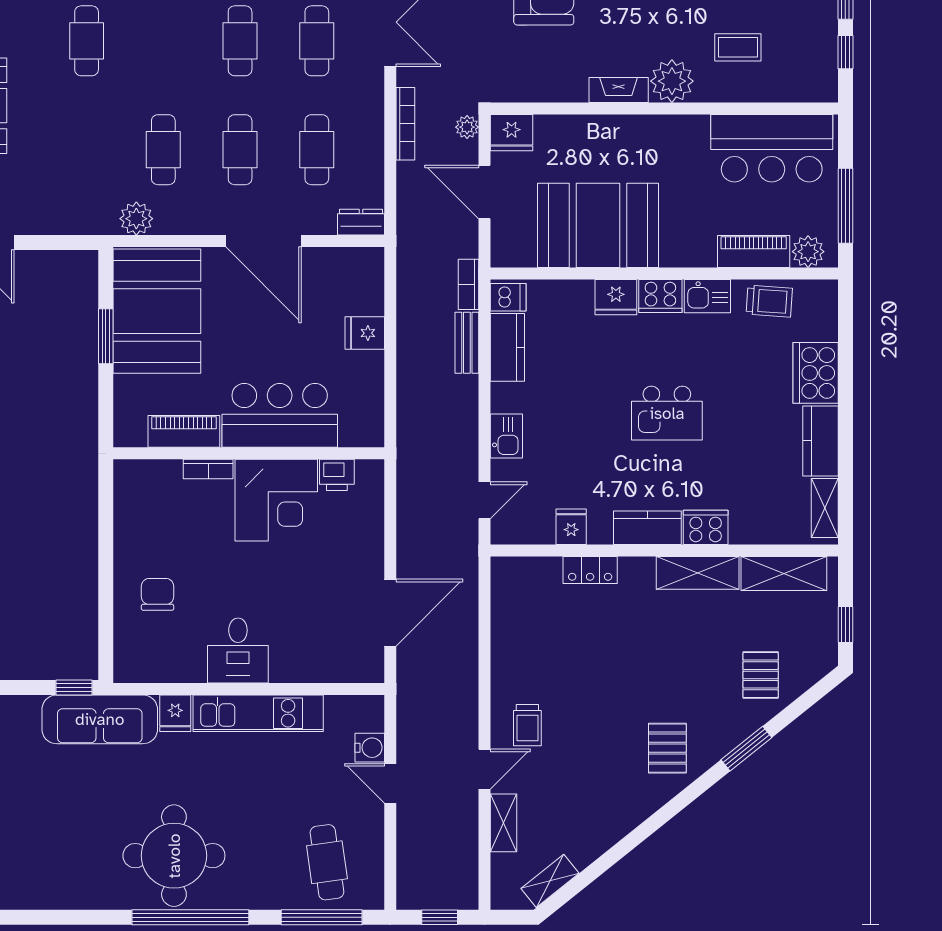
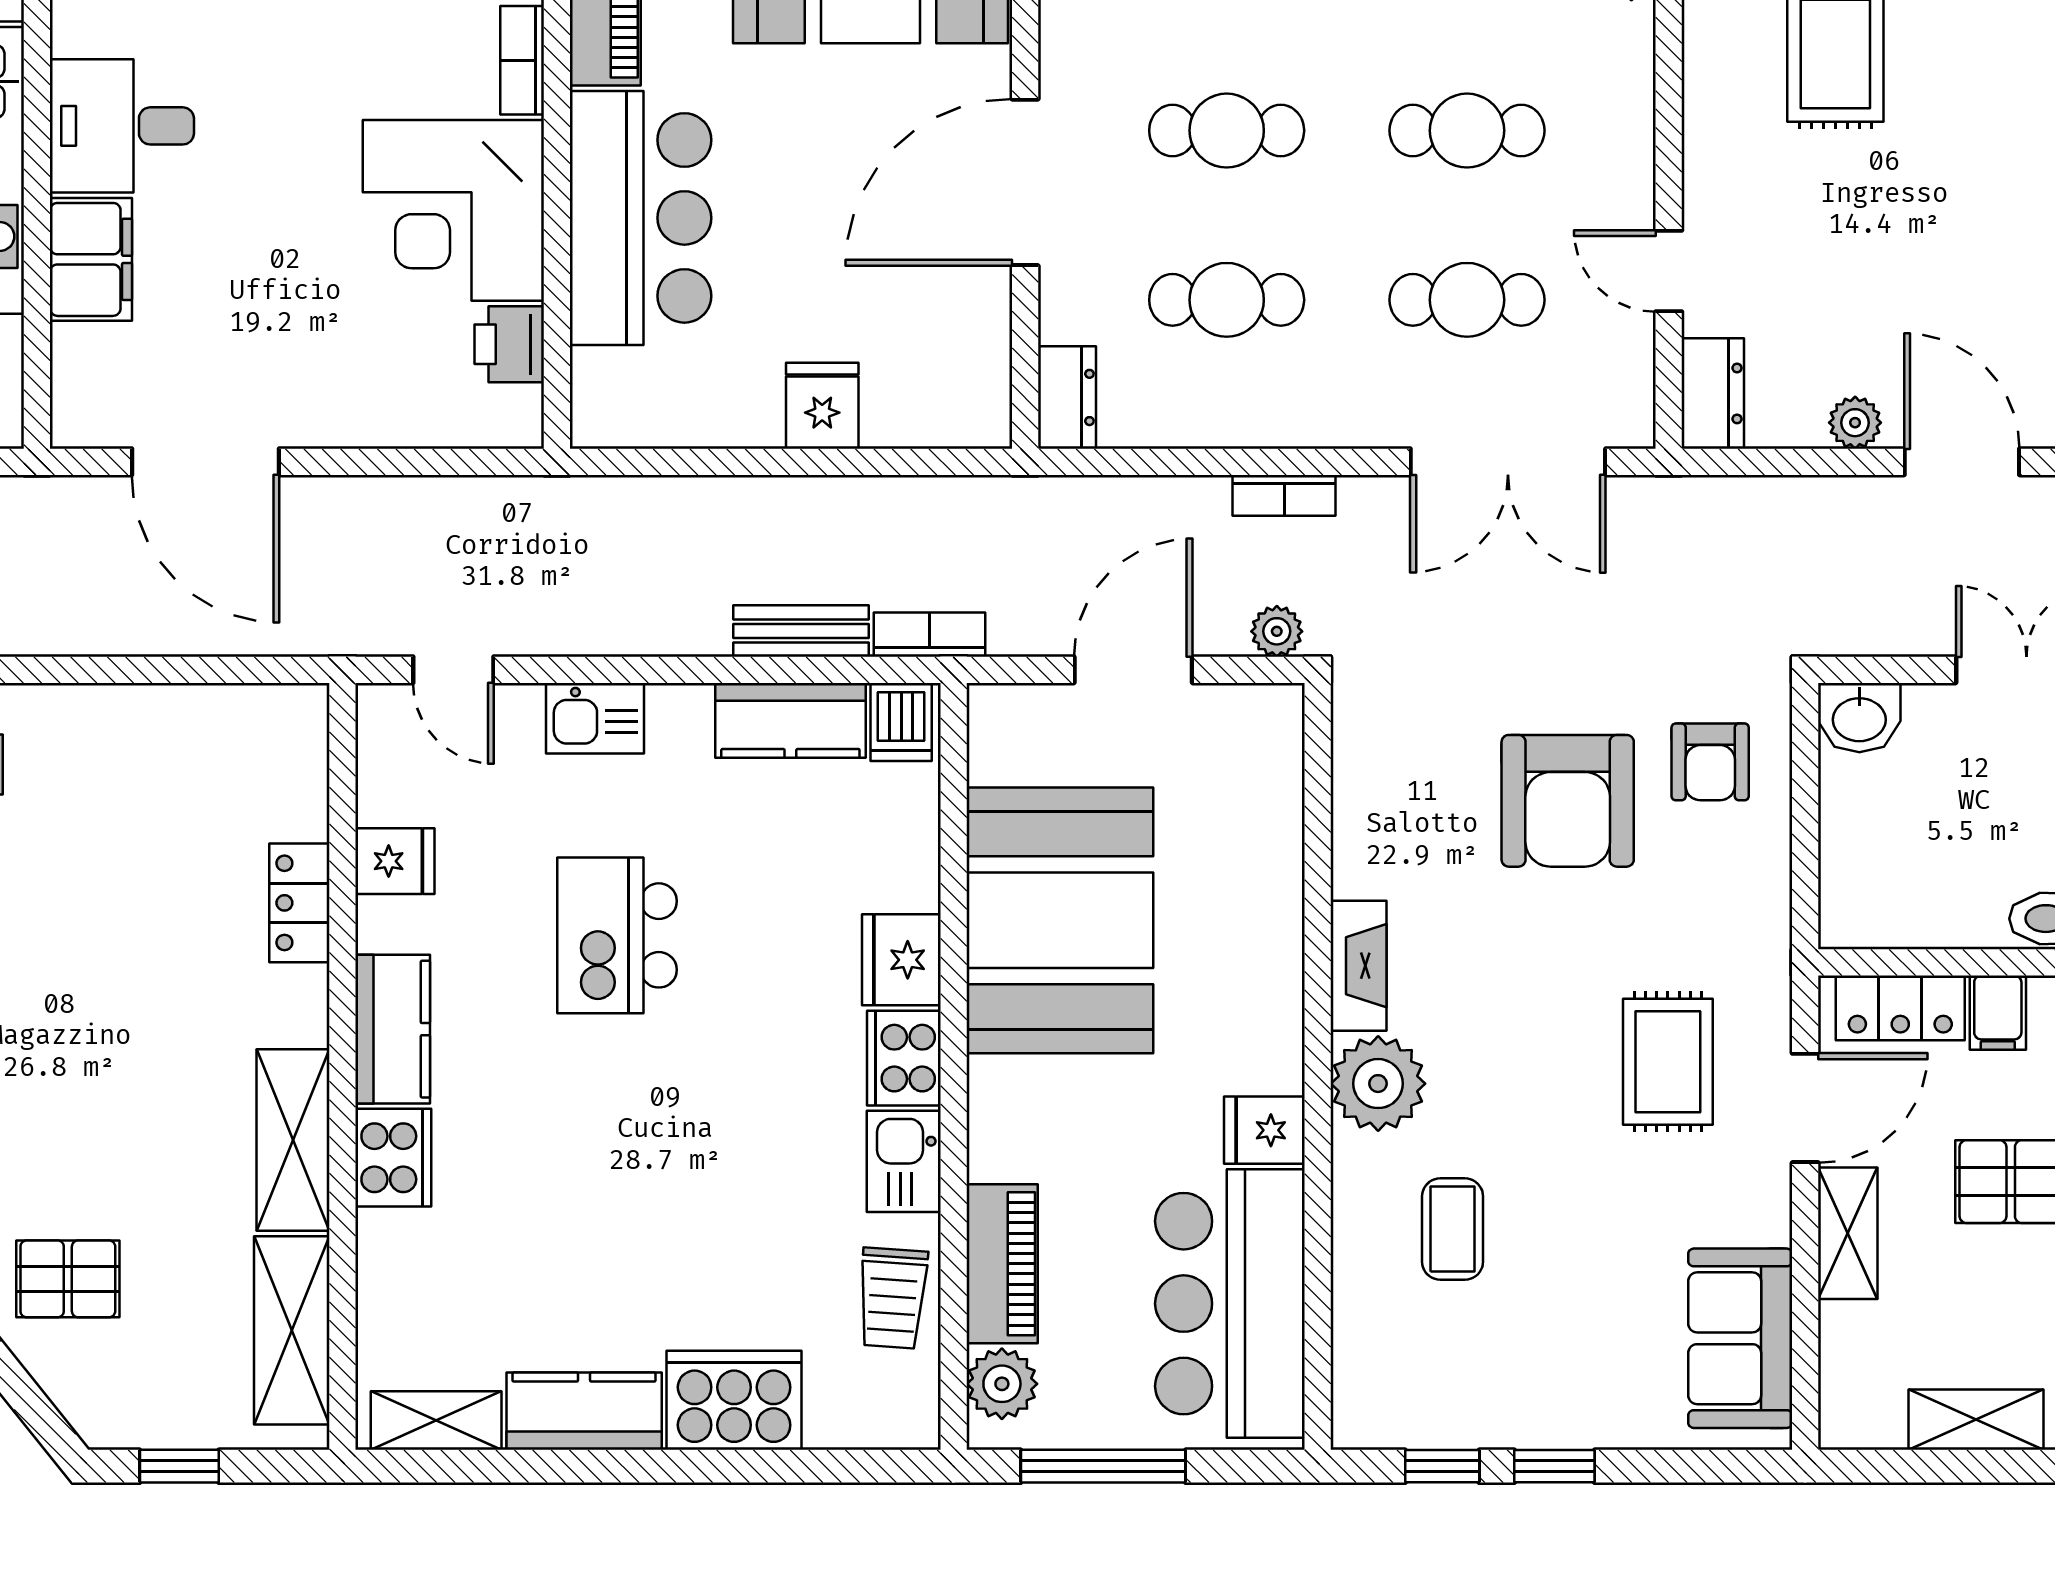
bookcase: (405, 124) -> (1284, 495), width x0.64
fridge: (512, 133) -> (1264, 1130), moved, width x0.72
kitchen island: (667, 413) -> (617, 935), moved
filing cabinet: (298, 664) -> (91, 259), added

